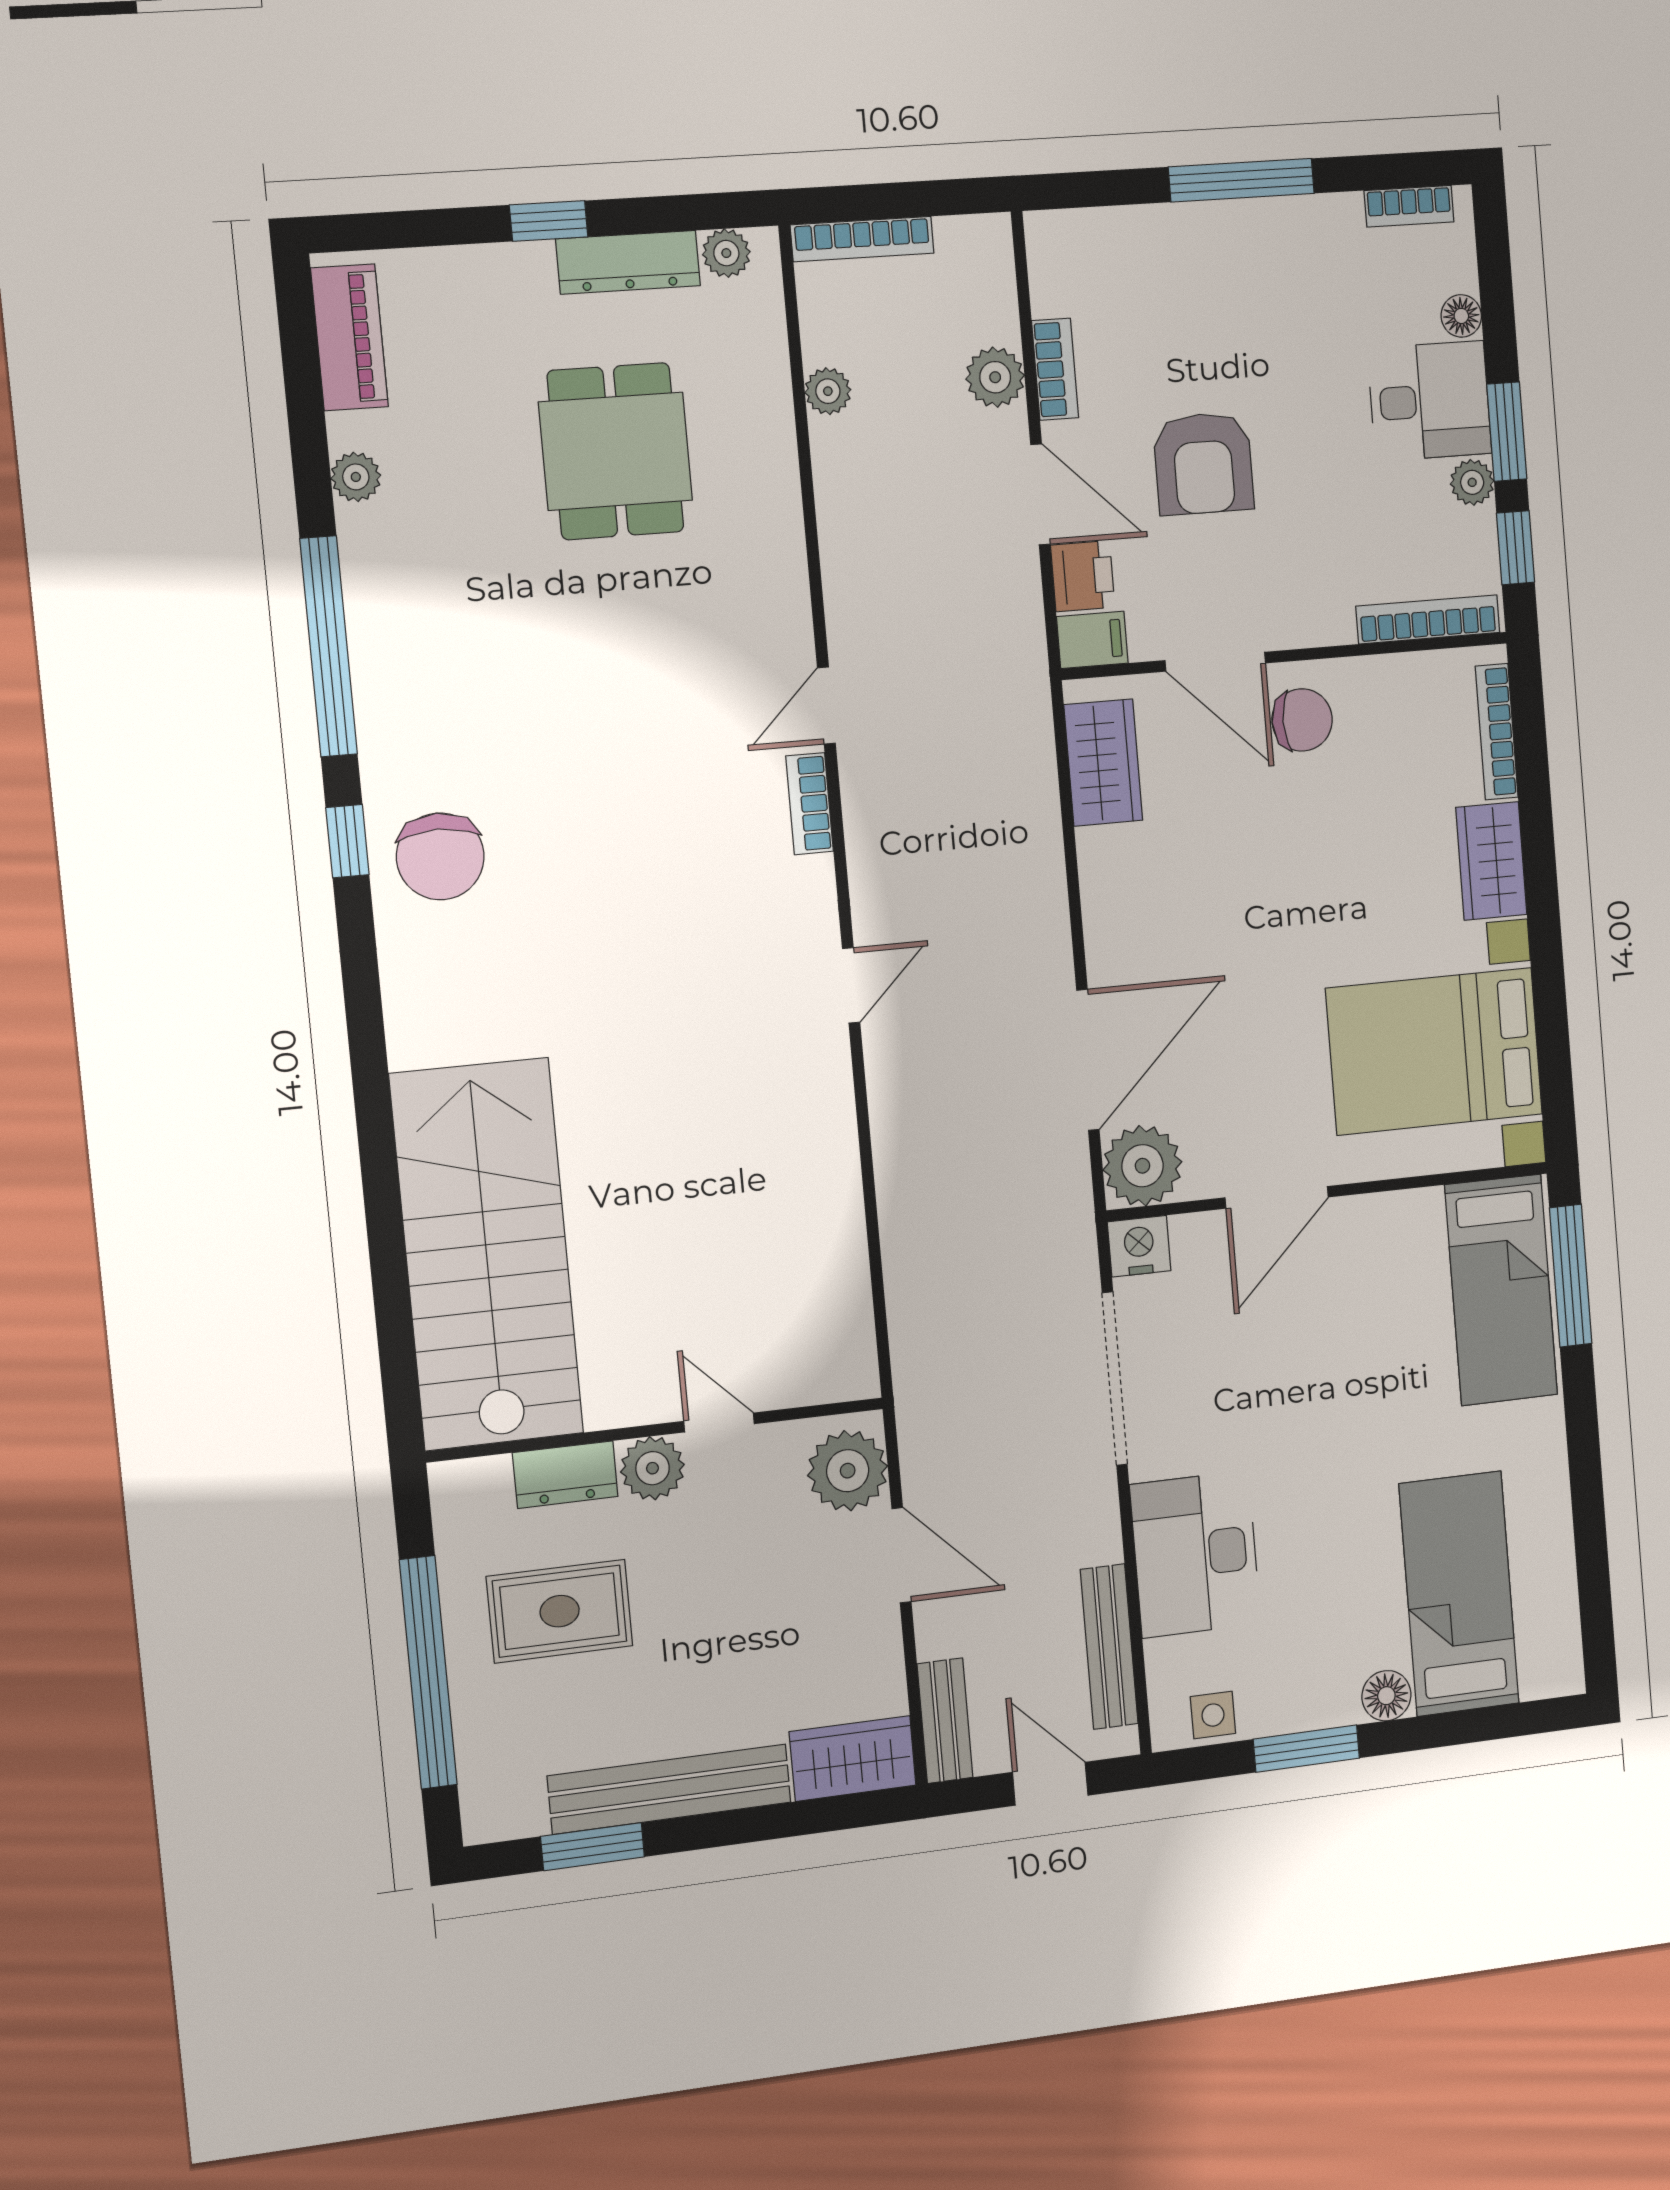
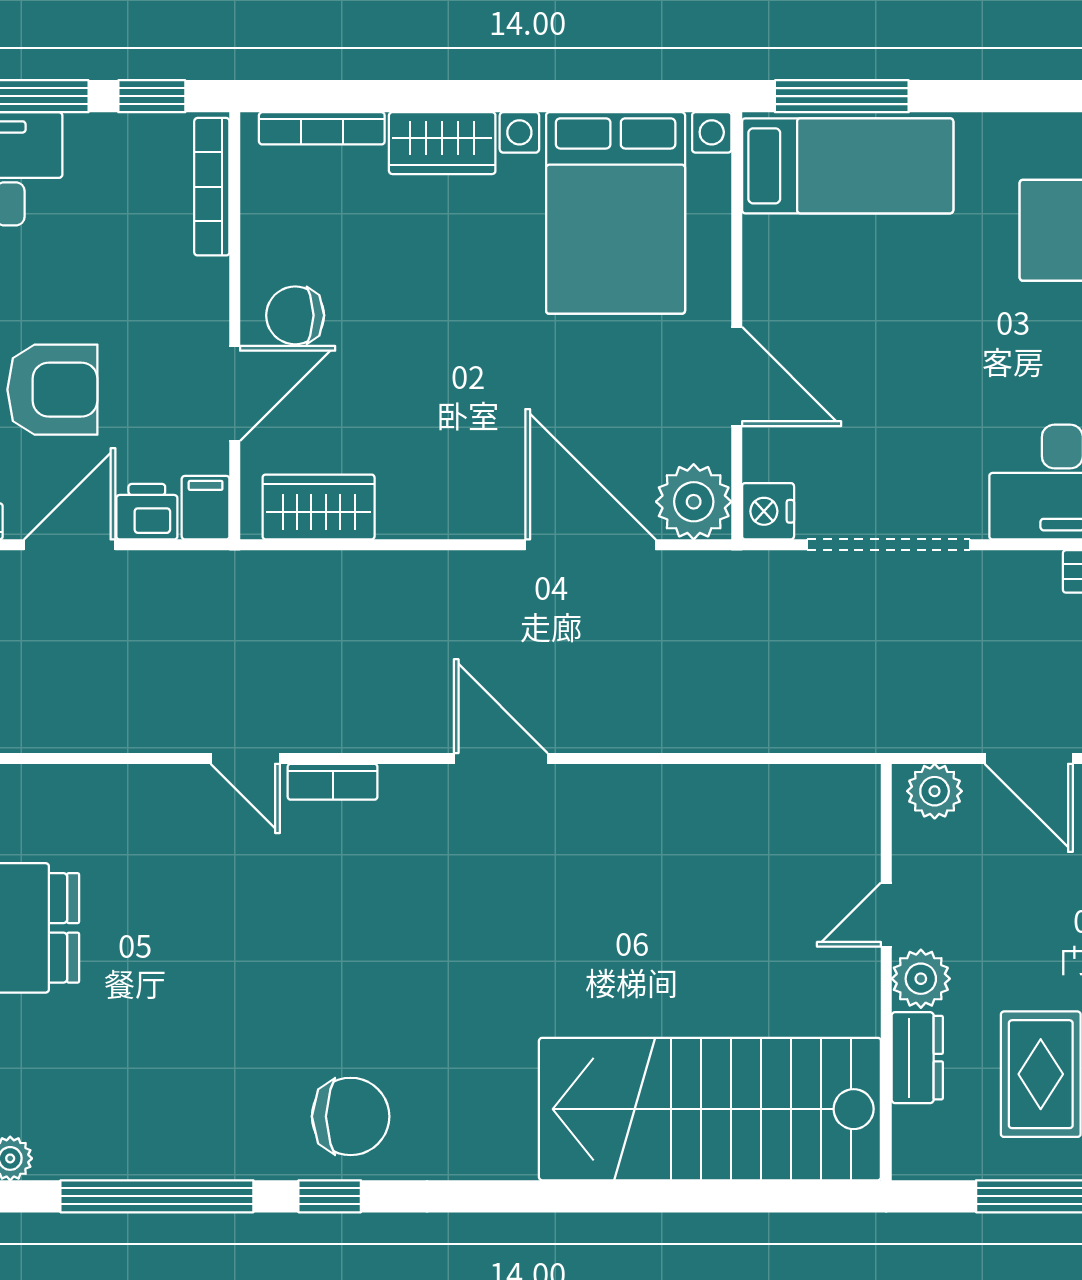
plant: (1472, 482) -> (88, 134), removed
chair: (1302, 720) -> (295, 315), turned -90
door: (851, 985) -> (501, 758), width x1.38
plant: (848, 1471) -> (935, 791), width x0.73, depth x0.73
door: (901, 1555) -> (1029, 758), swing flipped

